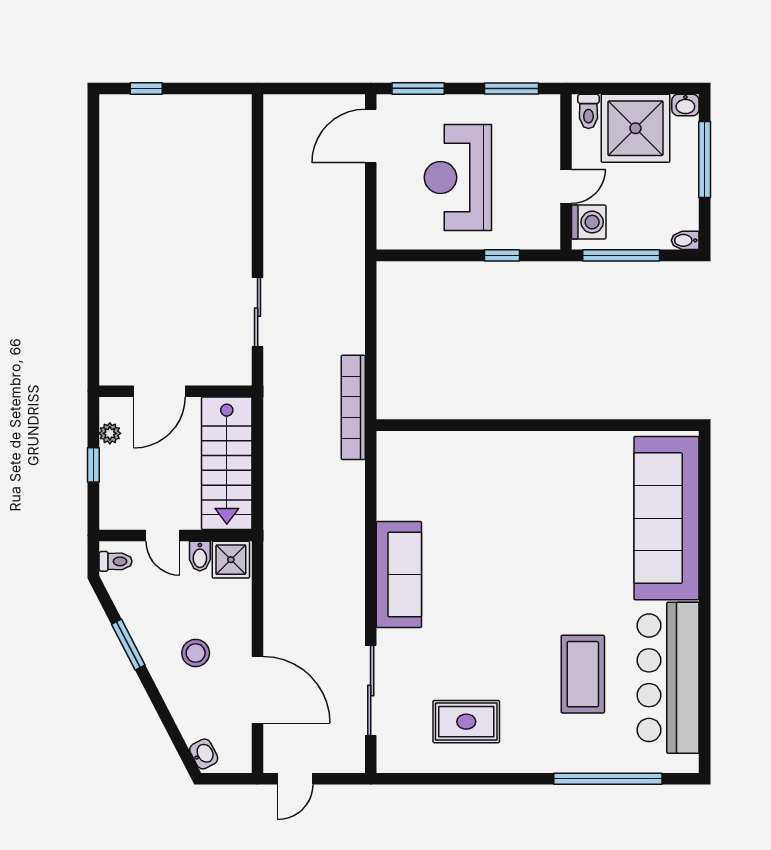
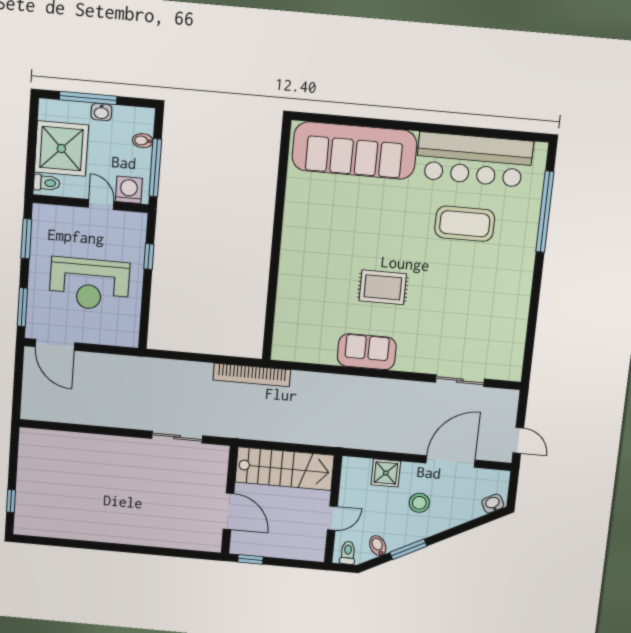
washbasin: (685, 105) -> (101, 112), moved, turned 90
bidet: (685, 240) -> (143, 141), moved, turned 90
plant: (110, 433) -> (256, 548), removed
window: (93, 465) -> (250, 559), moved
bidet: (200, 556) -> (378, 546), moved, turned -117
shower: (231, 560) -> (386, 473), moved
sofa: (399, 574) -> (367, 352), width x0.73
sliding door: (371, 690) -> (460, 381), width x0.73
rug: (466, 722) -> (383, 287), moved, turned 90

